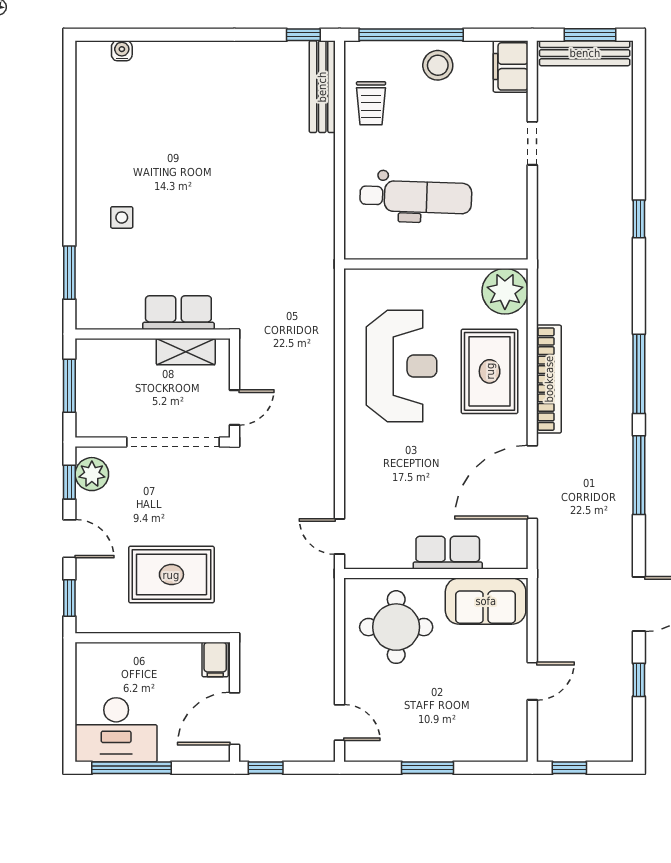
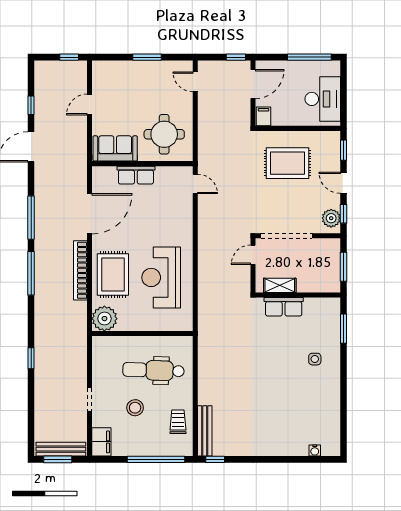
stool: (438, 65) -> (135, 408), moved
desk: (116, 730) -> (323, 99), moved, turned 90

